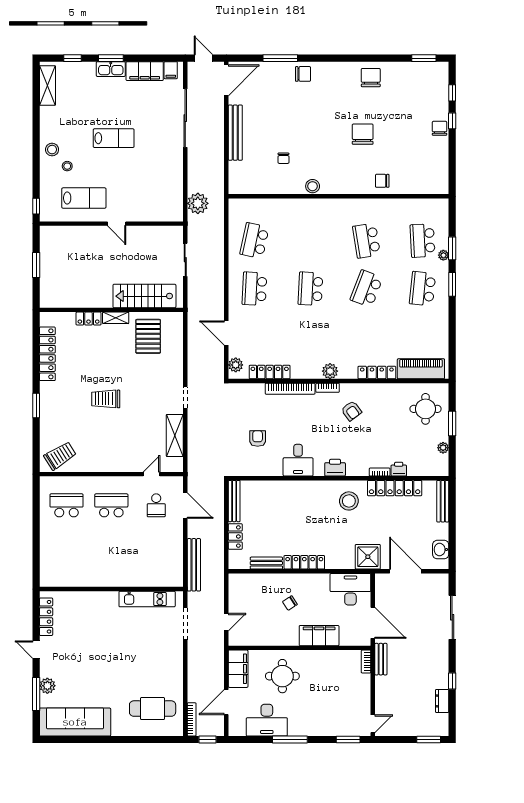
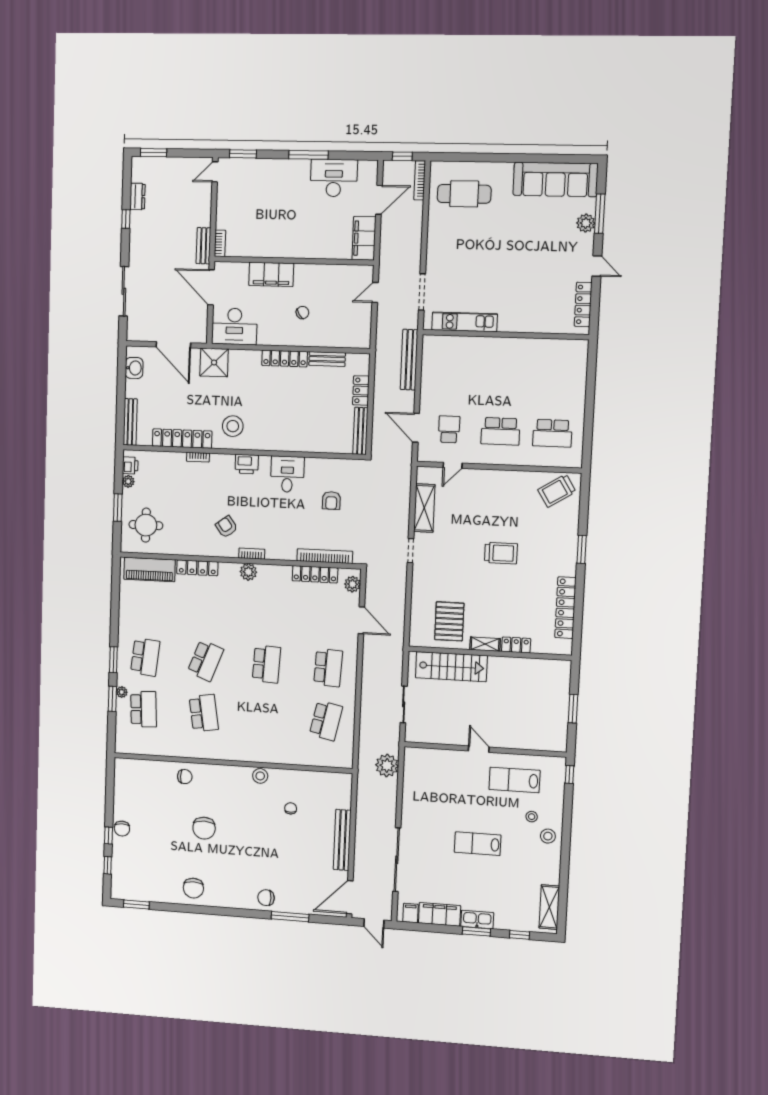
bookcase: (290, 389) -> (325, 556), moved
printer: (399, 469) -> (130, 465), moved, turned -90
round table: (282, 676) -> (314, 229), removed

